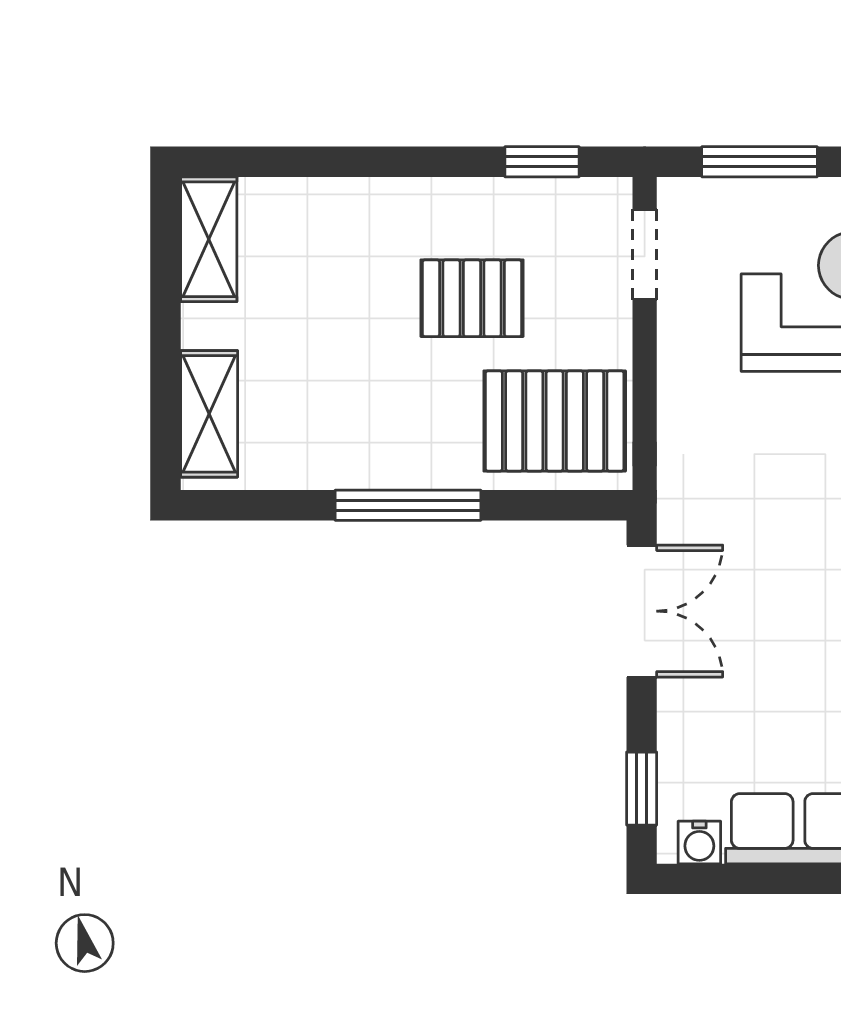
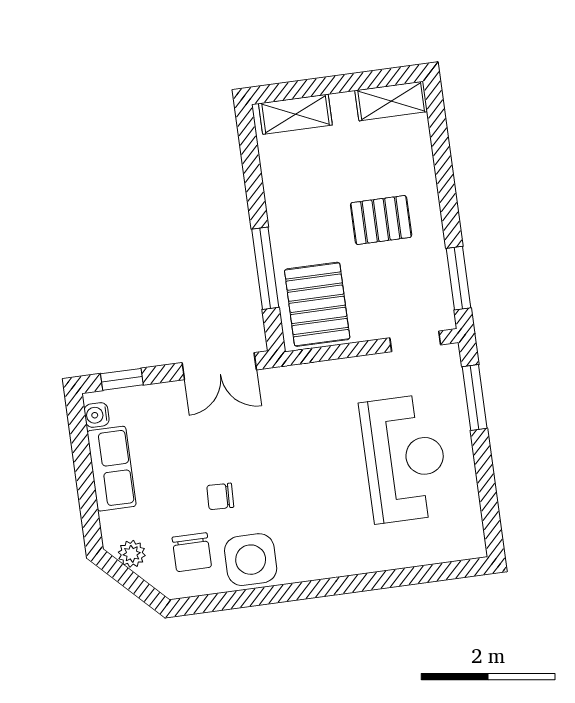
window: (542, 162) -> (458, 278), width x1.50
pallet: (472, 298) -> (381, 220), moved, turned 90
window: (408, 505) -> (265, 268), moved

